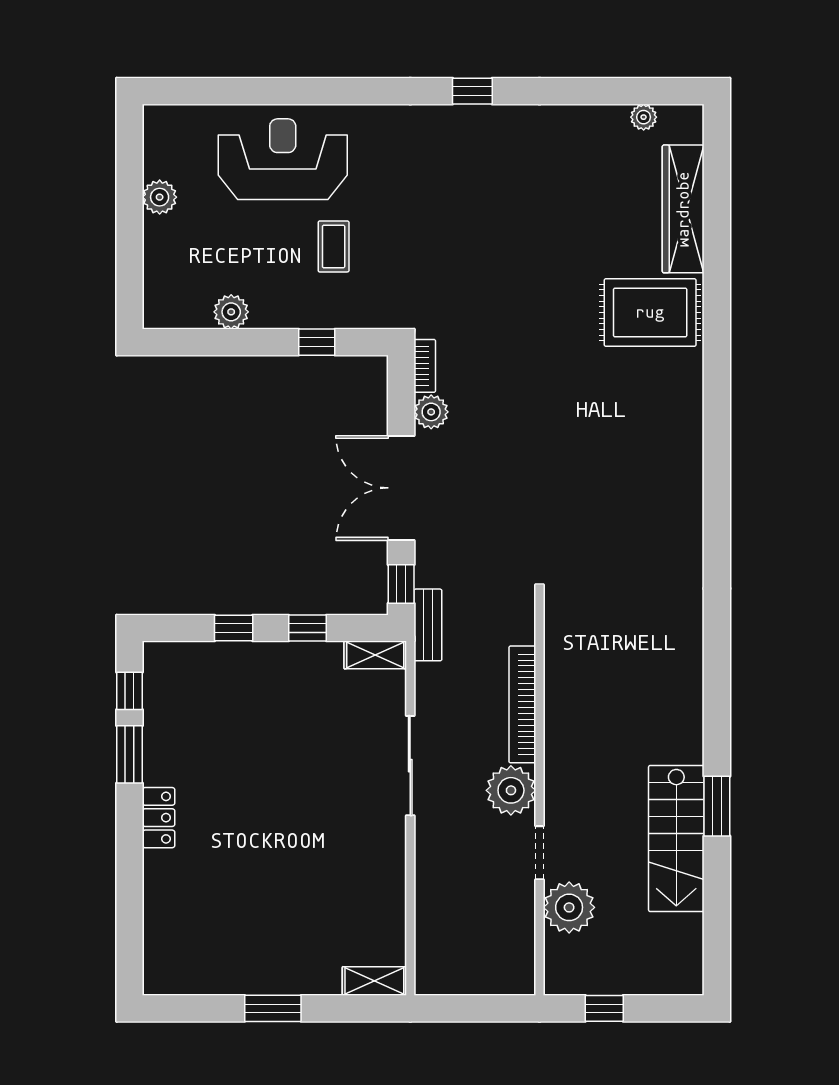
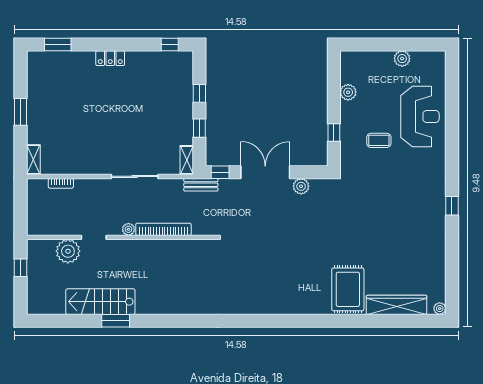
plant: (644, 117) -> (440, 309), moved
bookcase: (425, 366) -> (61, 183), moved
window: (130, 754) -> (58, 44), moved
plant: (511, 790) -> (128, 229), width x0.53, depth x0.53

